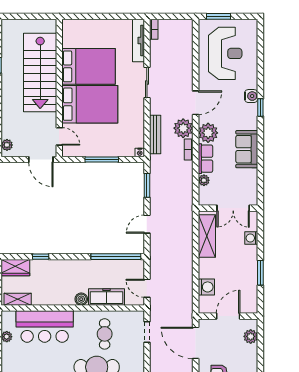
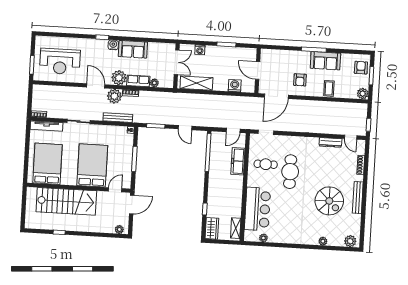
reception desk: (225, 53) -> (60, 61), turned 180
bed: (89, 66) -> (47, 164), moved
water cooler: (251, 96) -> (113, 45), moved
boiler: (81, 299) -> (238, 180), removed
plant: (251, 336) -> (274, 55), removed

